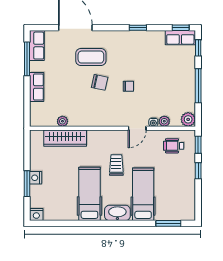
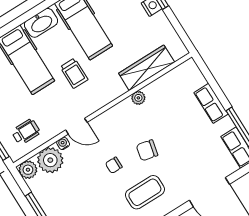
coffee table: (91, 57) -> (145, 192), moved
plant: (62, 121) -> (138, 98), moved
plant: (164, 121) -> (50, 160), width x1.88, depth x1.88
door: (137, 128) -> (76, 126), swing flipped

